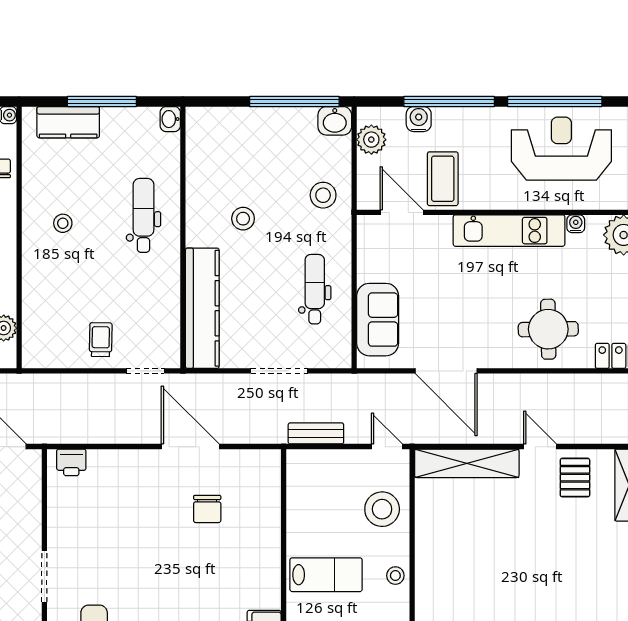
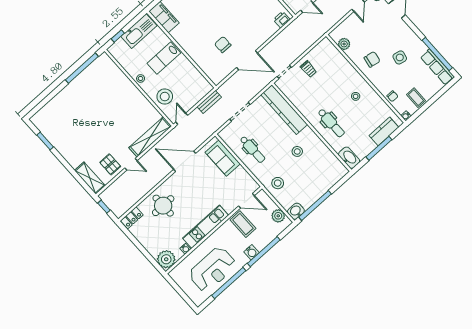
washbasin: (170, 119) -> (349, 158), width x1.91, depth x1.45
water cooler: (419, 119) -> (251, 252), moved
door: (387, 447) -> (182, 119), swing flipped

